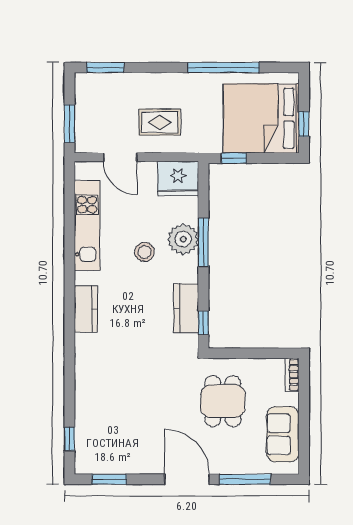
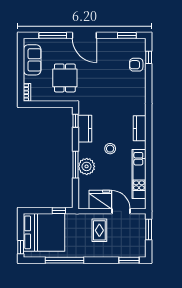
rug: (160, 122) -> (99, 230), turned 90
window: (304, 124) -> (21, 247), moved
fridge: (178, 178) -> (100, 200), moved
stool: (144, 252) -> (110, 149), moved
armchair: (92, 426) -> (136, 65), added

